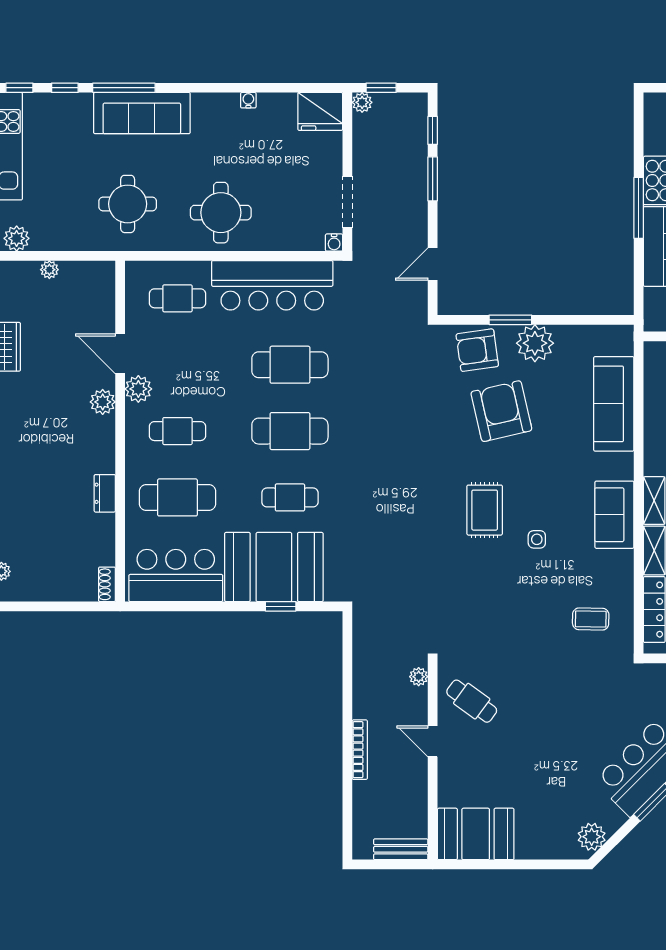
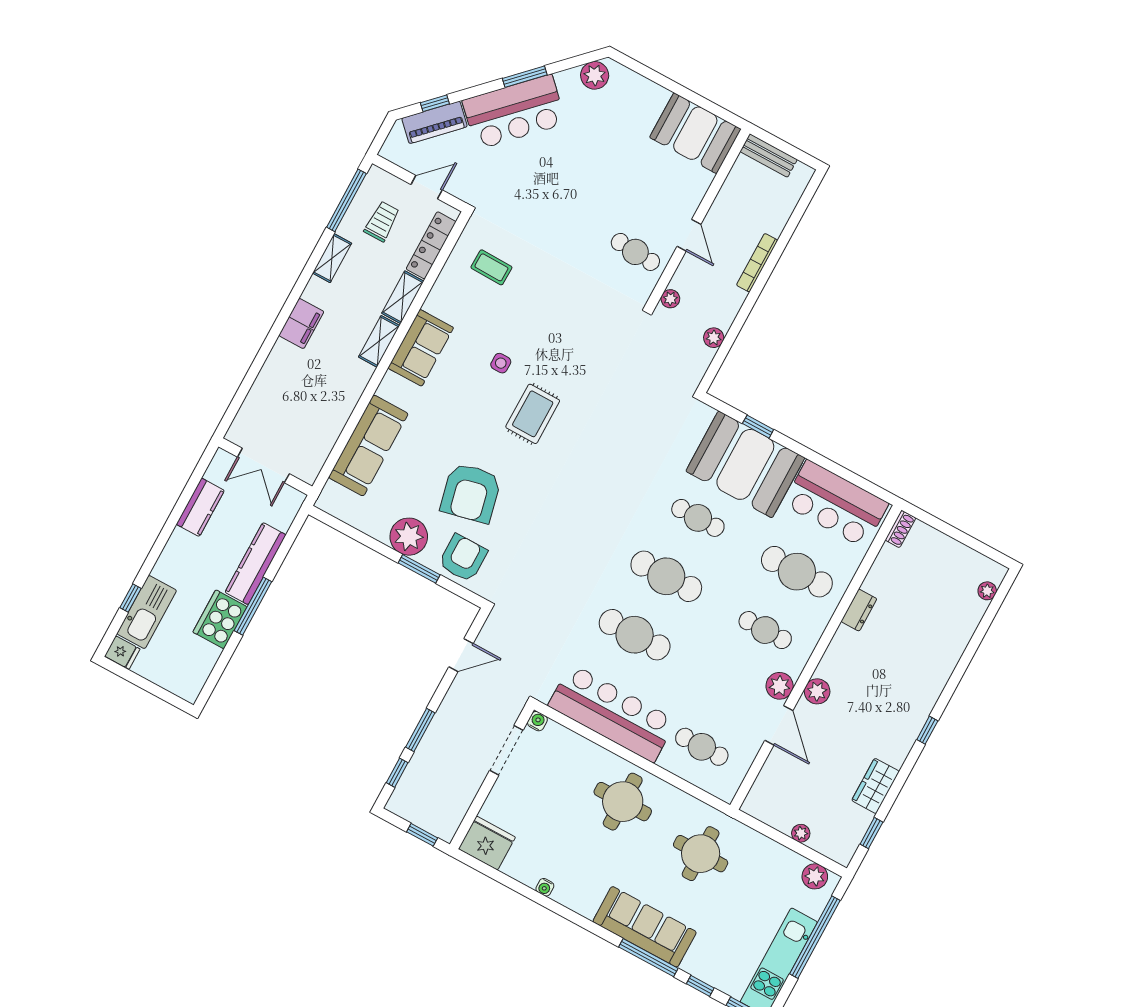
plant: (362, 102) -> (714, 338), moved
armchair: (477, 350) -> (463, 558), turned -82
cafe table: (472, 701) -> (635, 252), turned -32

